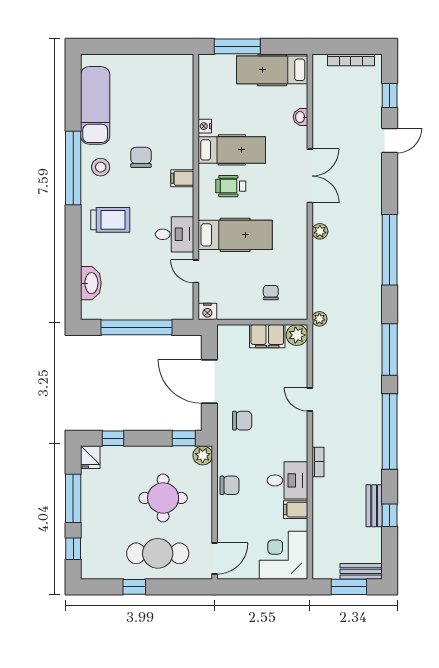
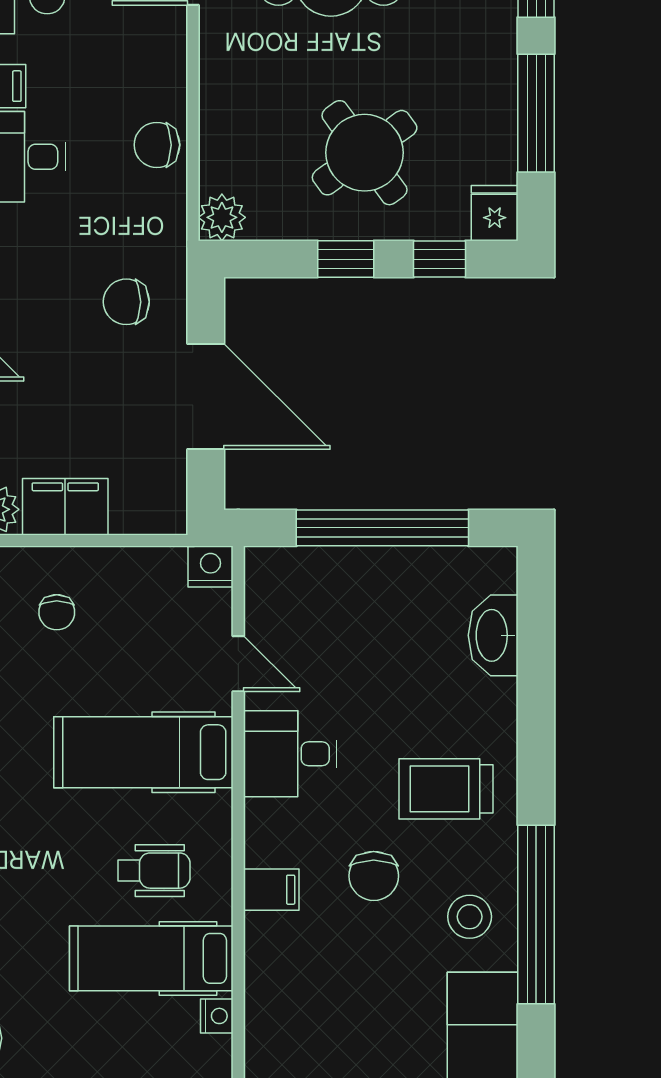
chair: (141, 157) -> (374, 876), moved
window: (184, 438) -> (346, 259), moved
round table: (163, 498) -> (365, 153), moved, turned -36

